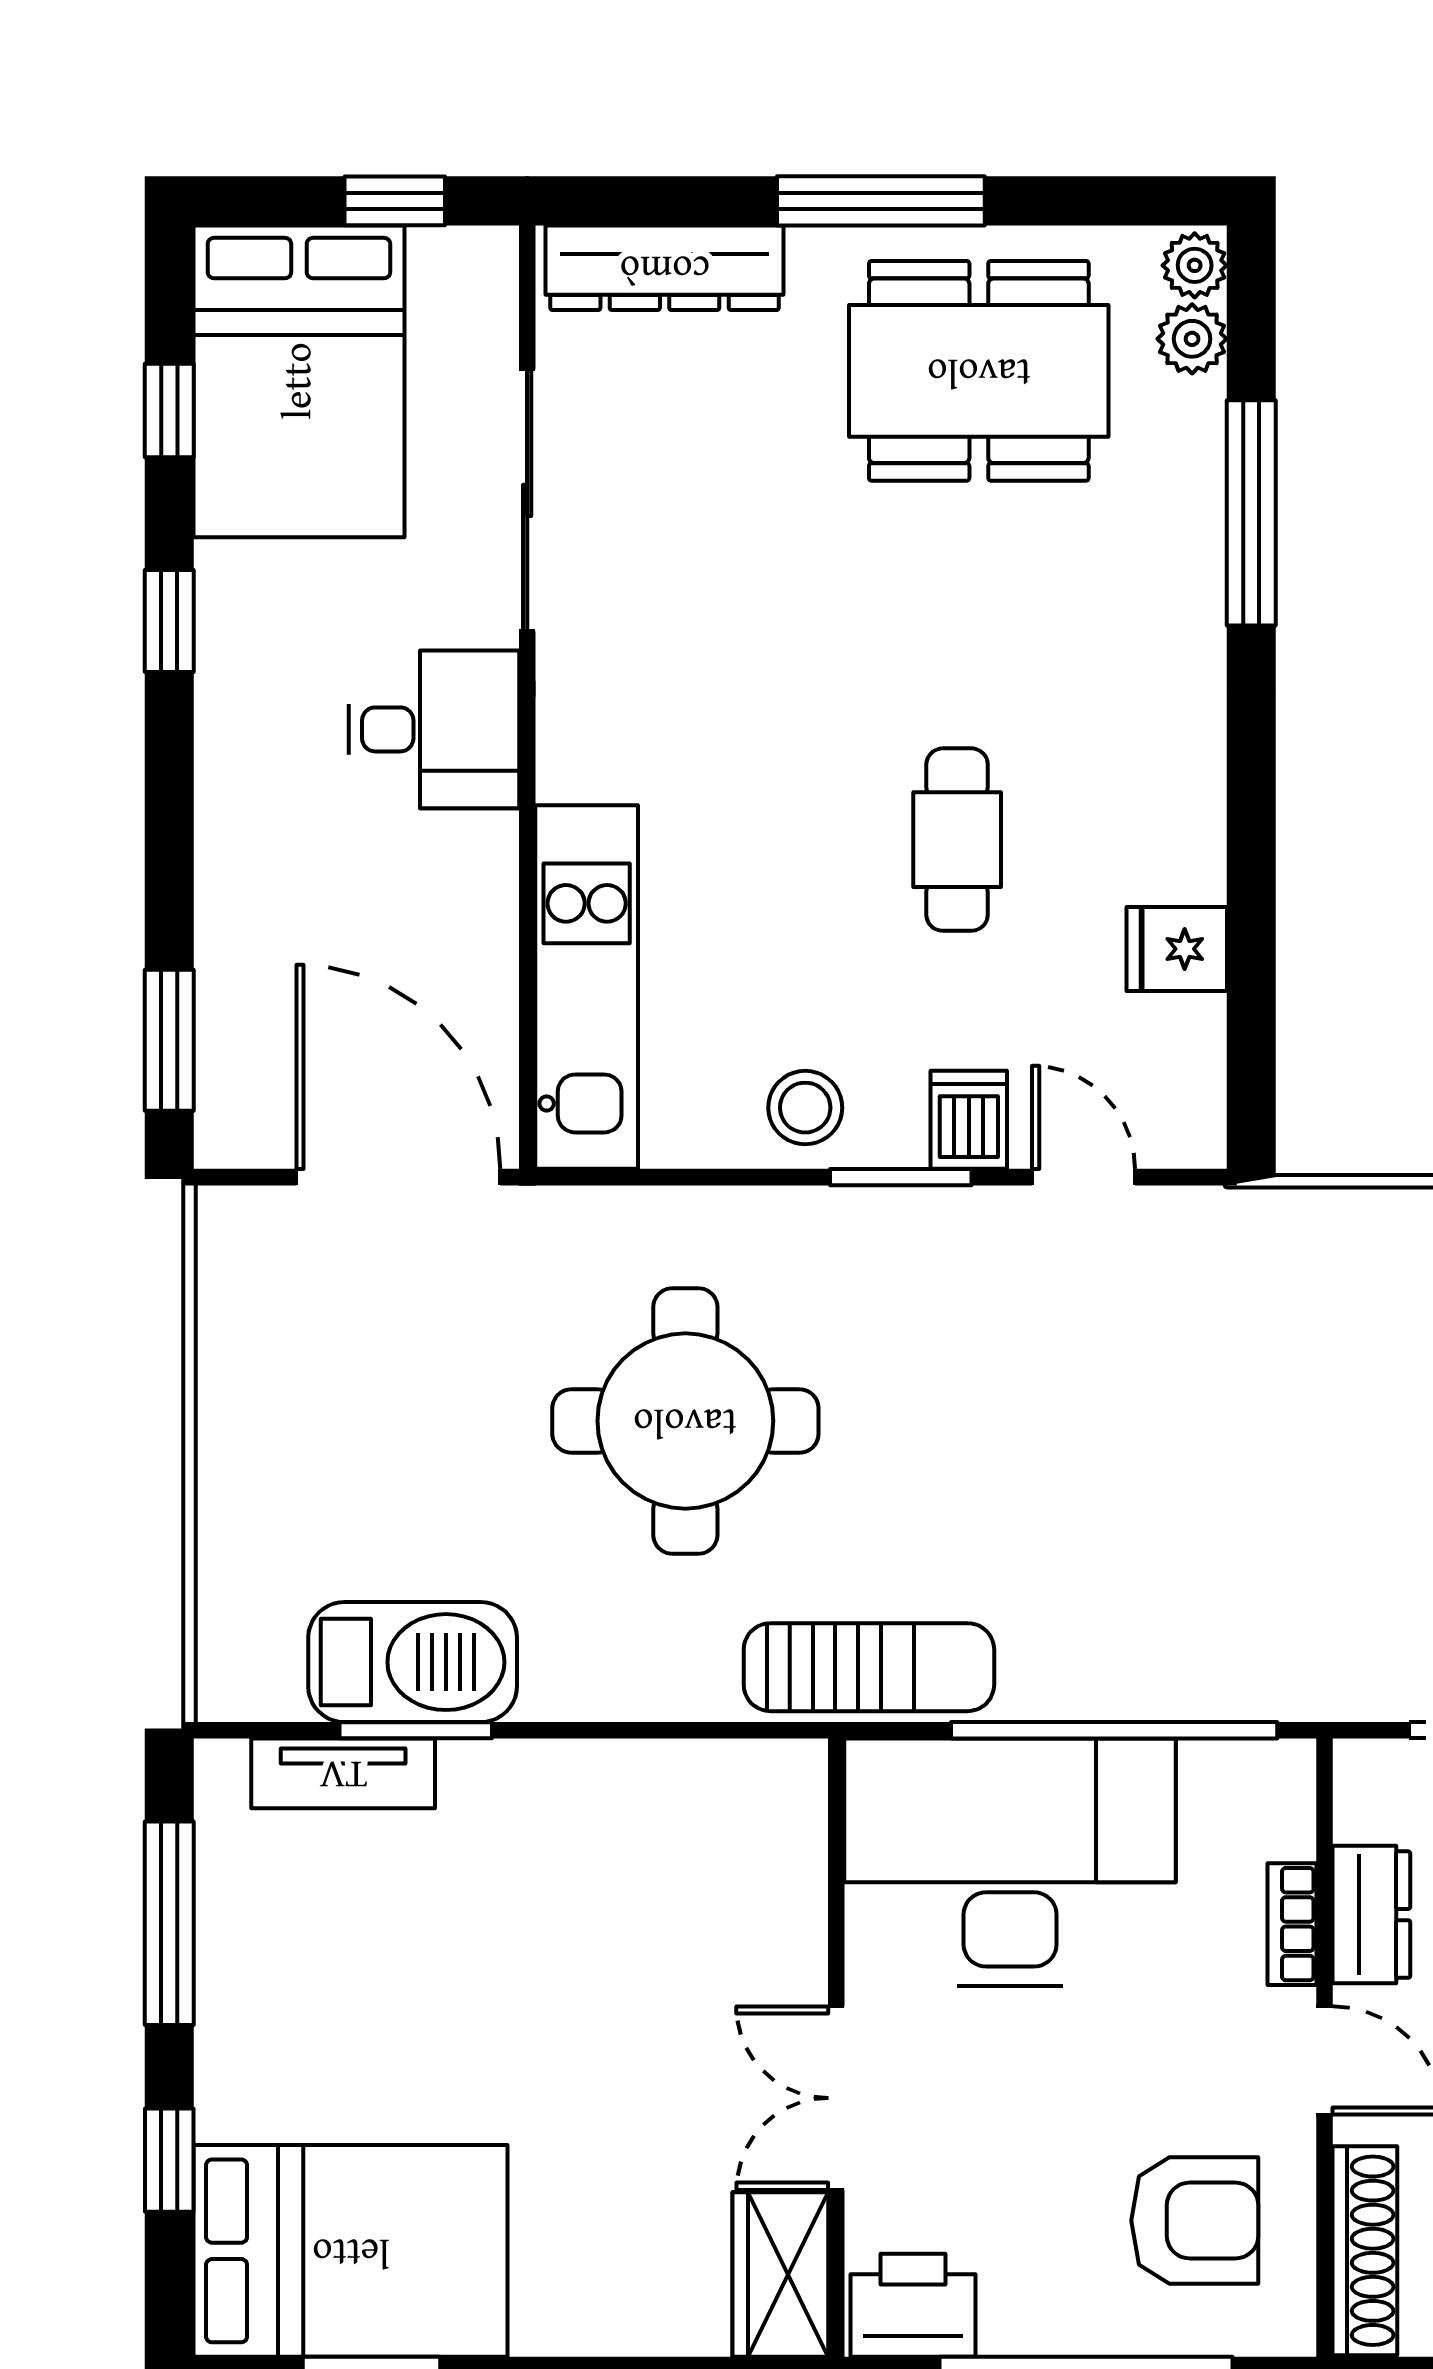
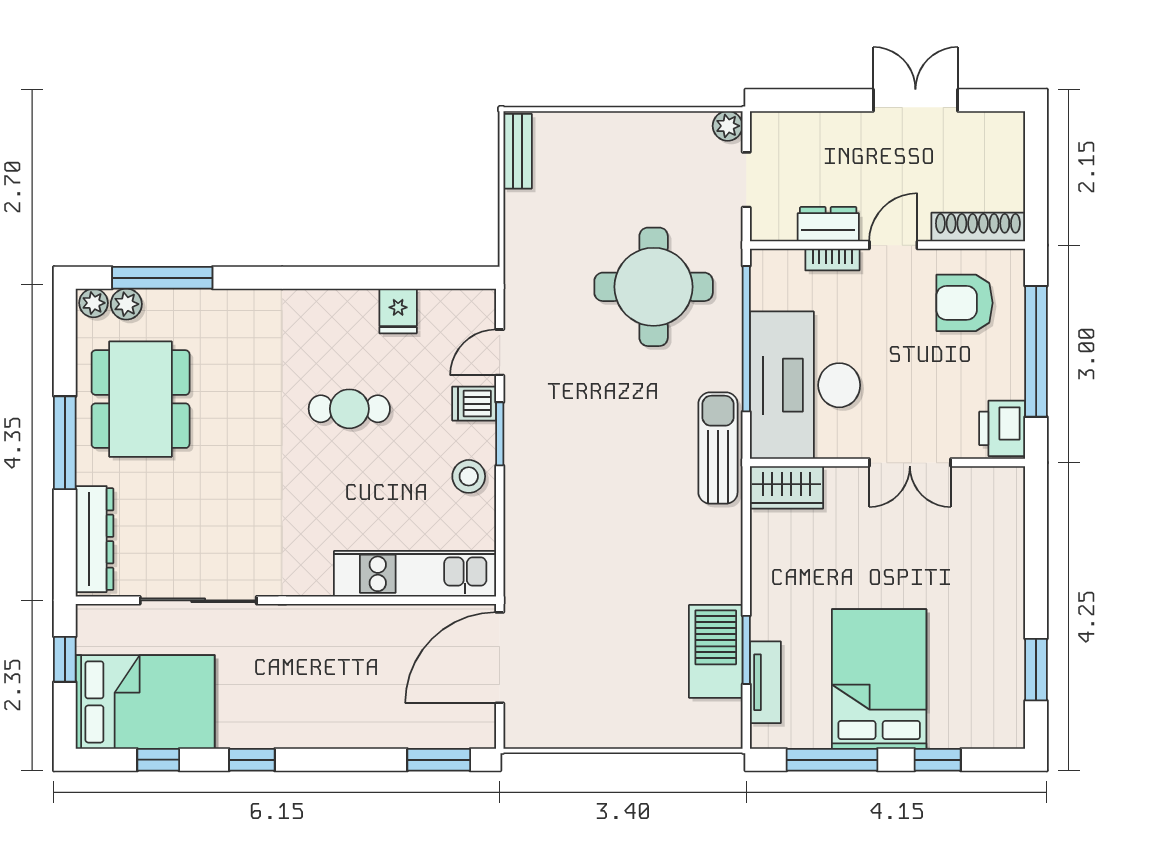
window: (1251, 513) -> (162, 278), moved
desk: (434, 729) -> (300, 642), removed
round table: (685, 1421) -> (654, 287), moved
armchair: (1195, 2221) -> (964, 303), turned -90
bed: (351, 2251) -> (879, 679), moved
wardrobe: (780, 2274) -> (786, 487), moved

